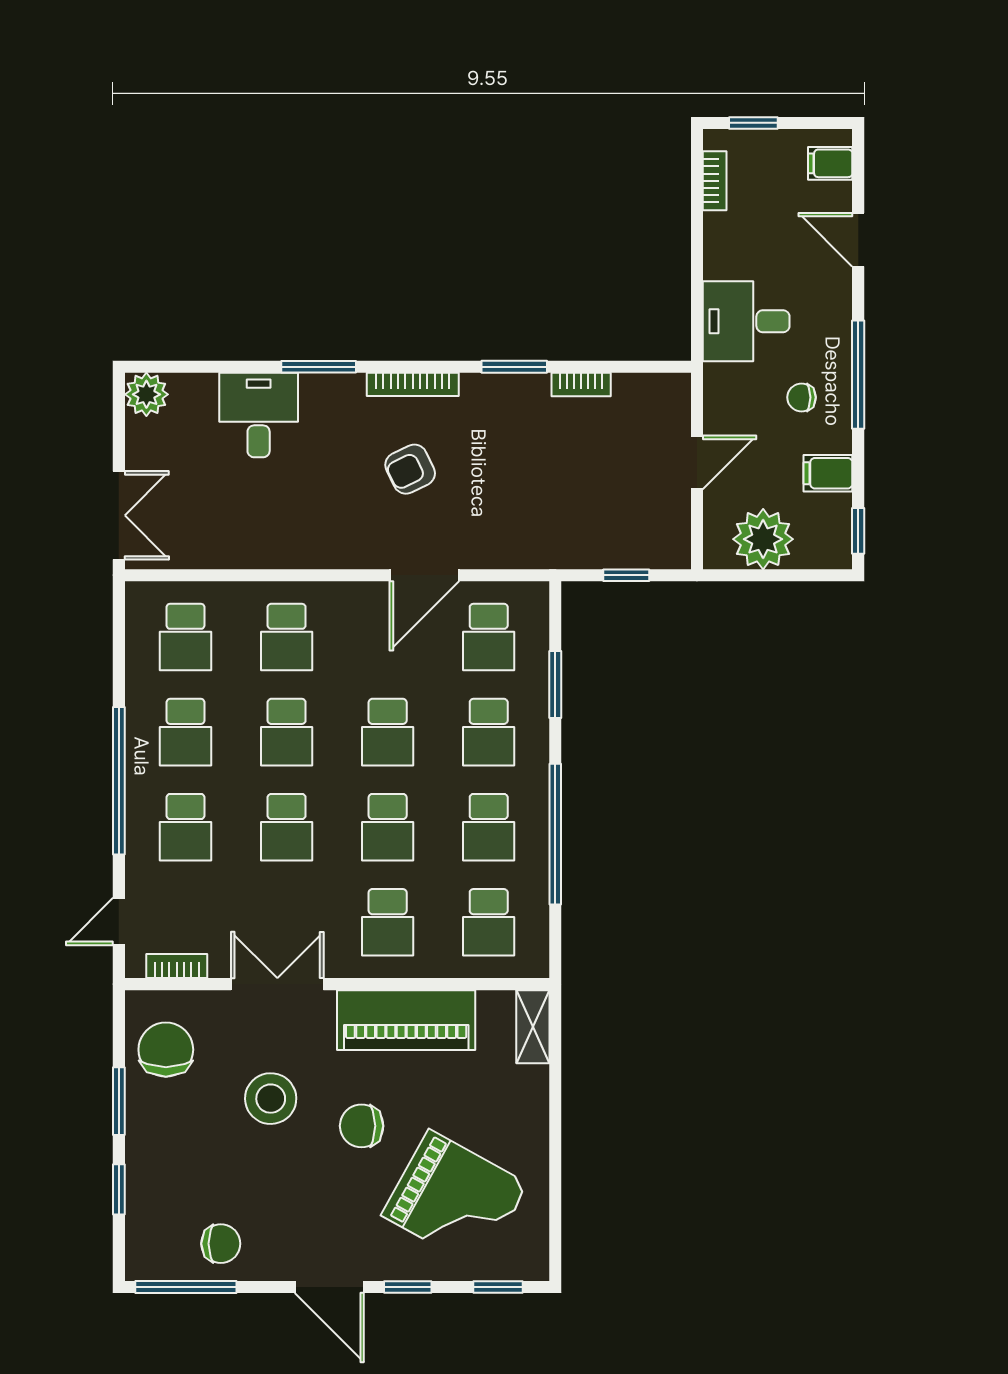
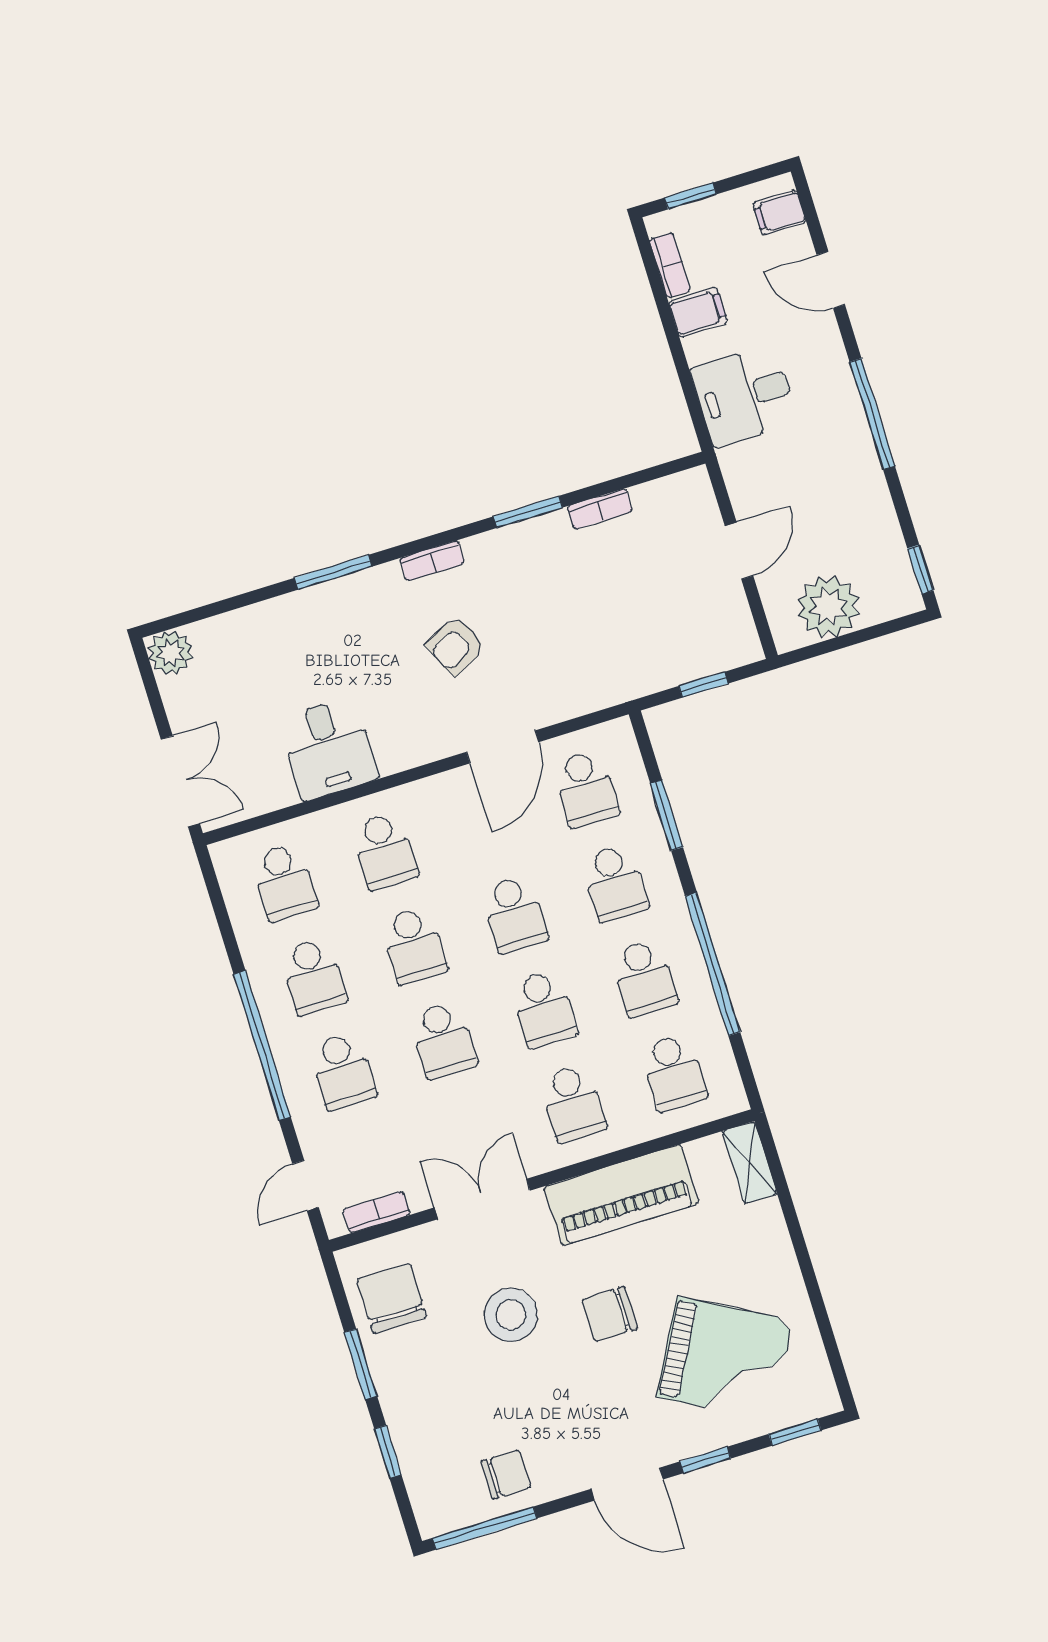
bookcase: (413, 384) -> (432, 561), width x0.64
chair: (802, 397) -> (823, 454), removed
desk: (259, 415) -> (328, 748), moved, turned 180
filing cabinet: (828, 473) -> (698, 312), moved, turned 180

